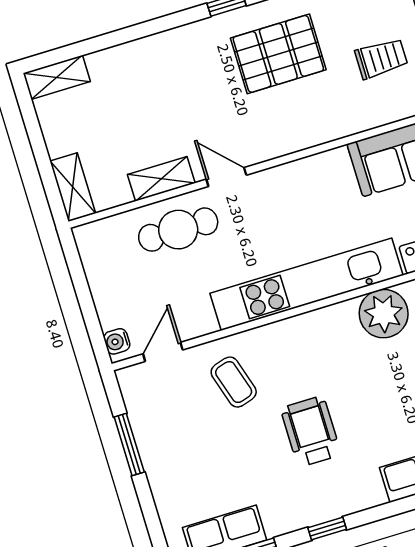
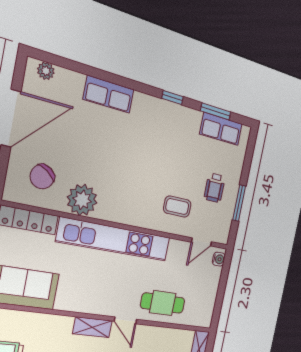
shelving: (161, 179) -> (92, 327), moved
coffee table: (234, 382) -> (177, 207), turned -73
wheelchair: (311, 431) -> (215, 188), moved, width x0.73, depth x0.73

